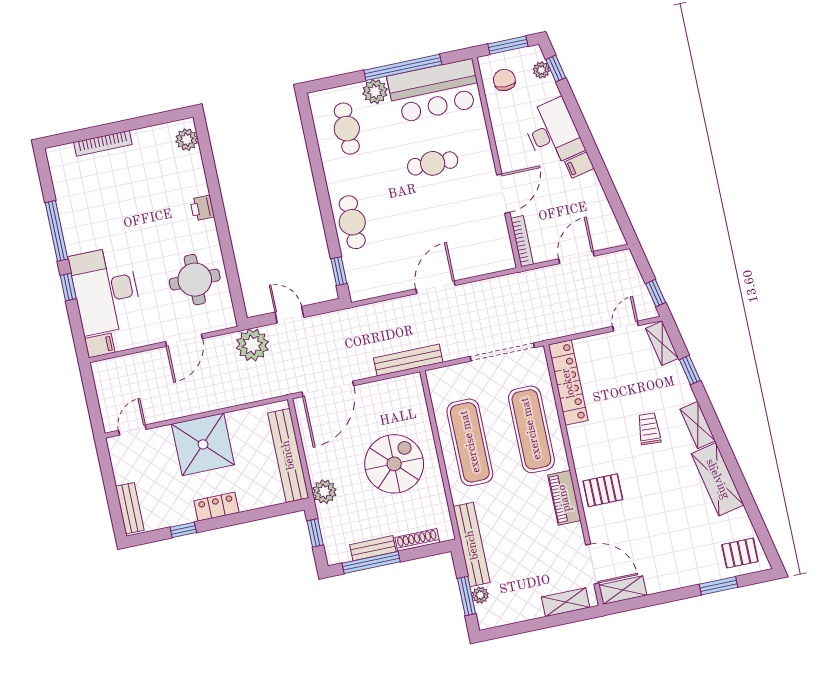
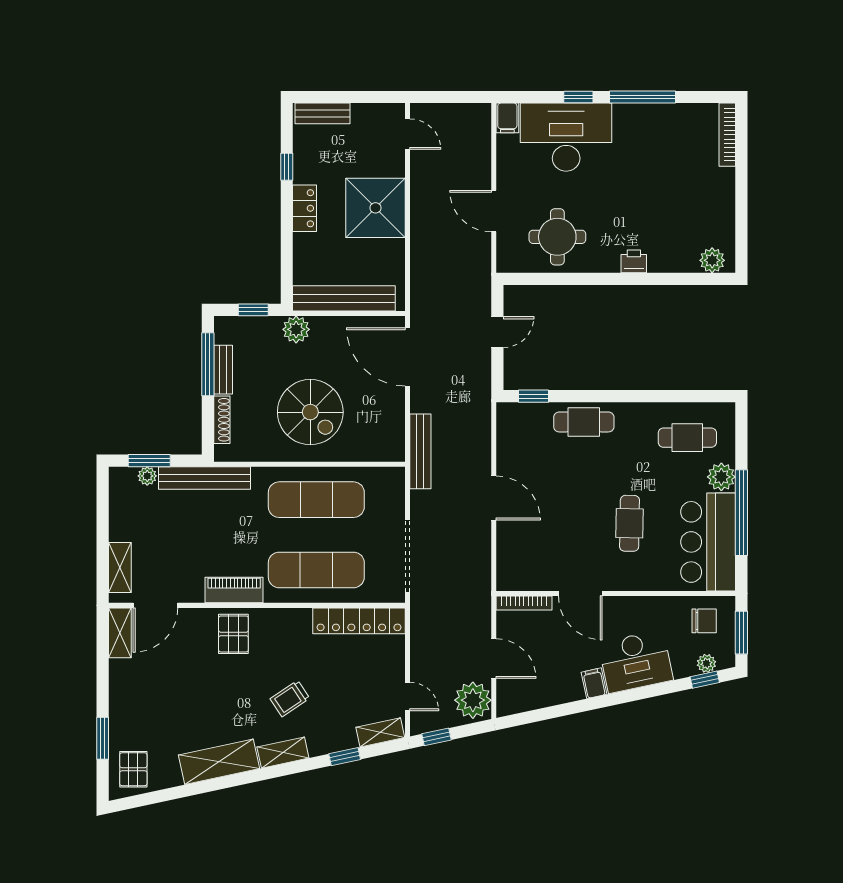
bookcase: (103, 143) -> (727, 135), moved
plant: (252, 345) -> (473, 700), moved
trolley: (649, 429) -> (290, 699), turned 143

